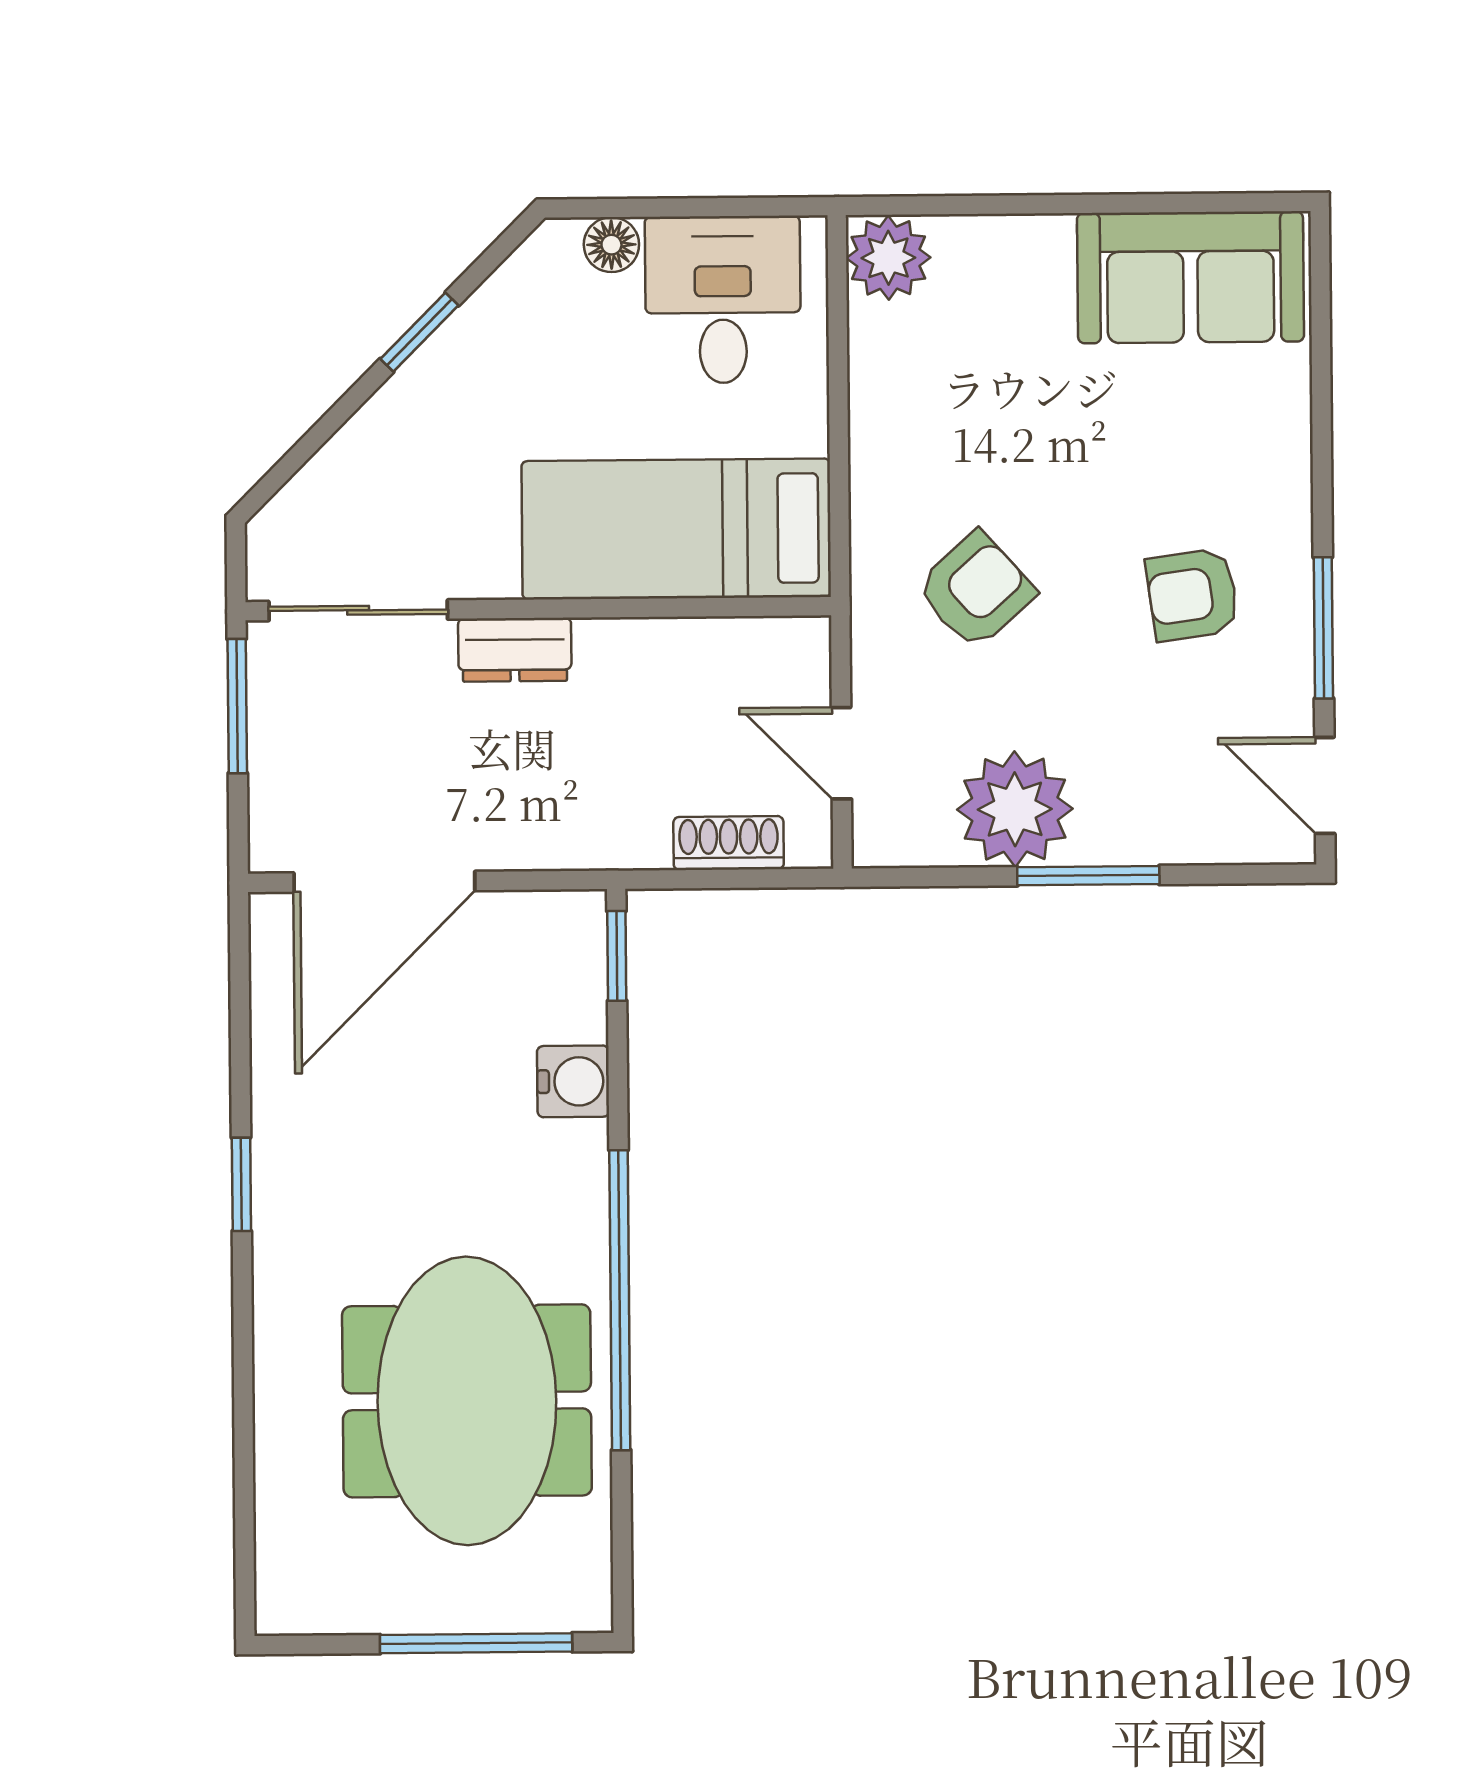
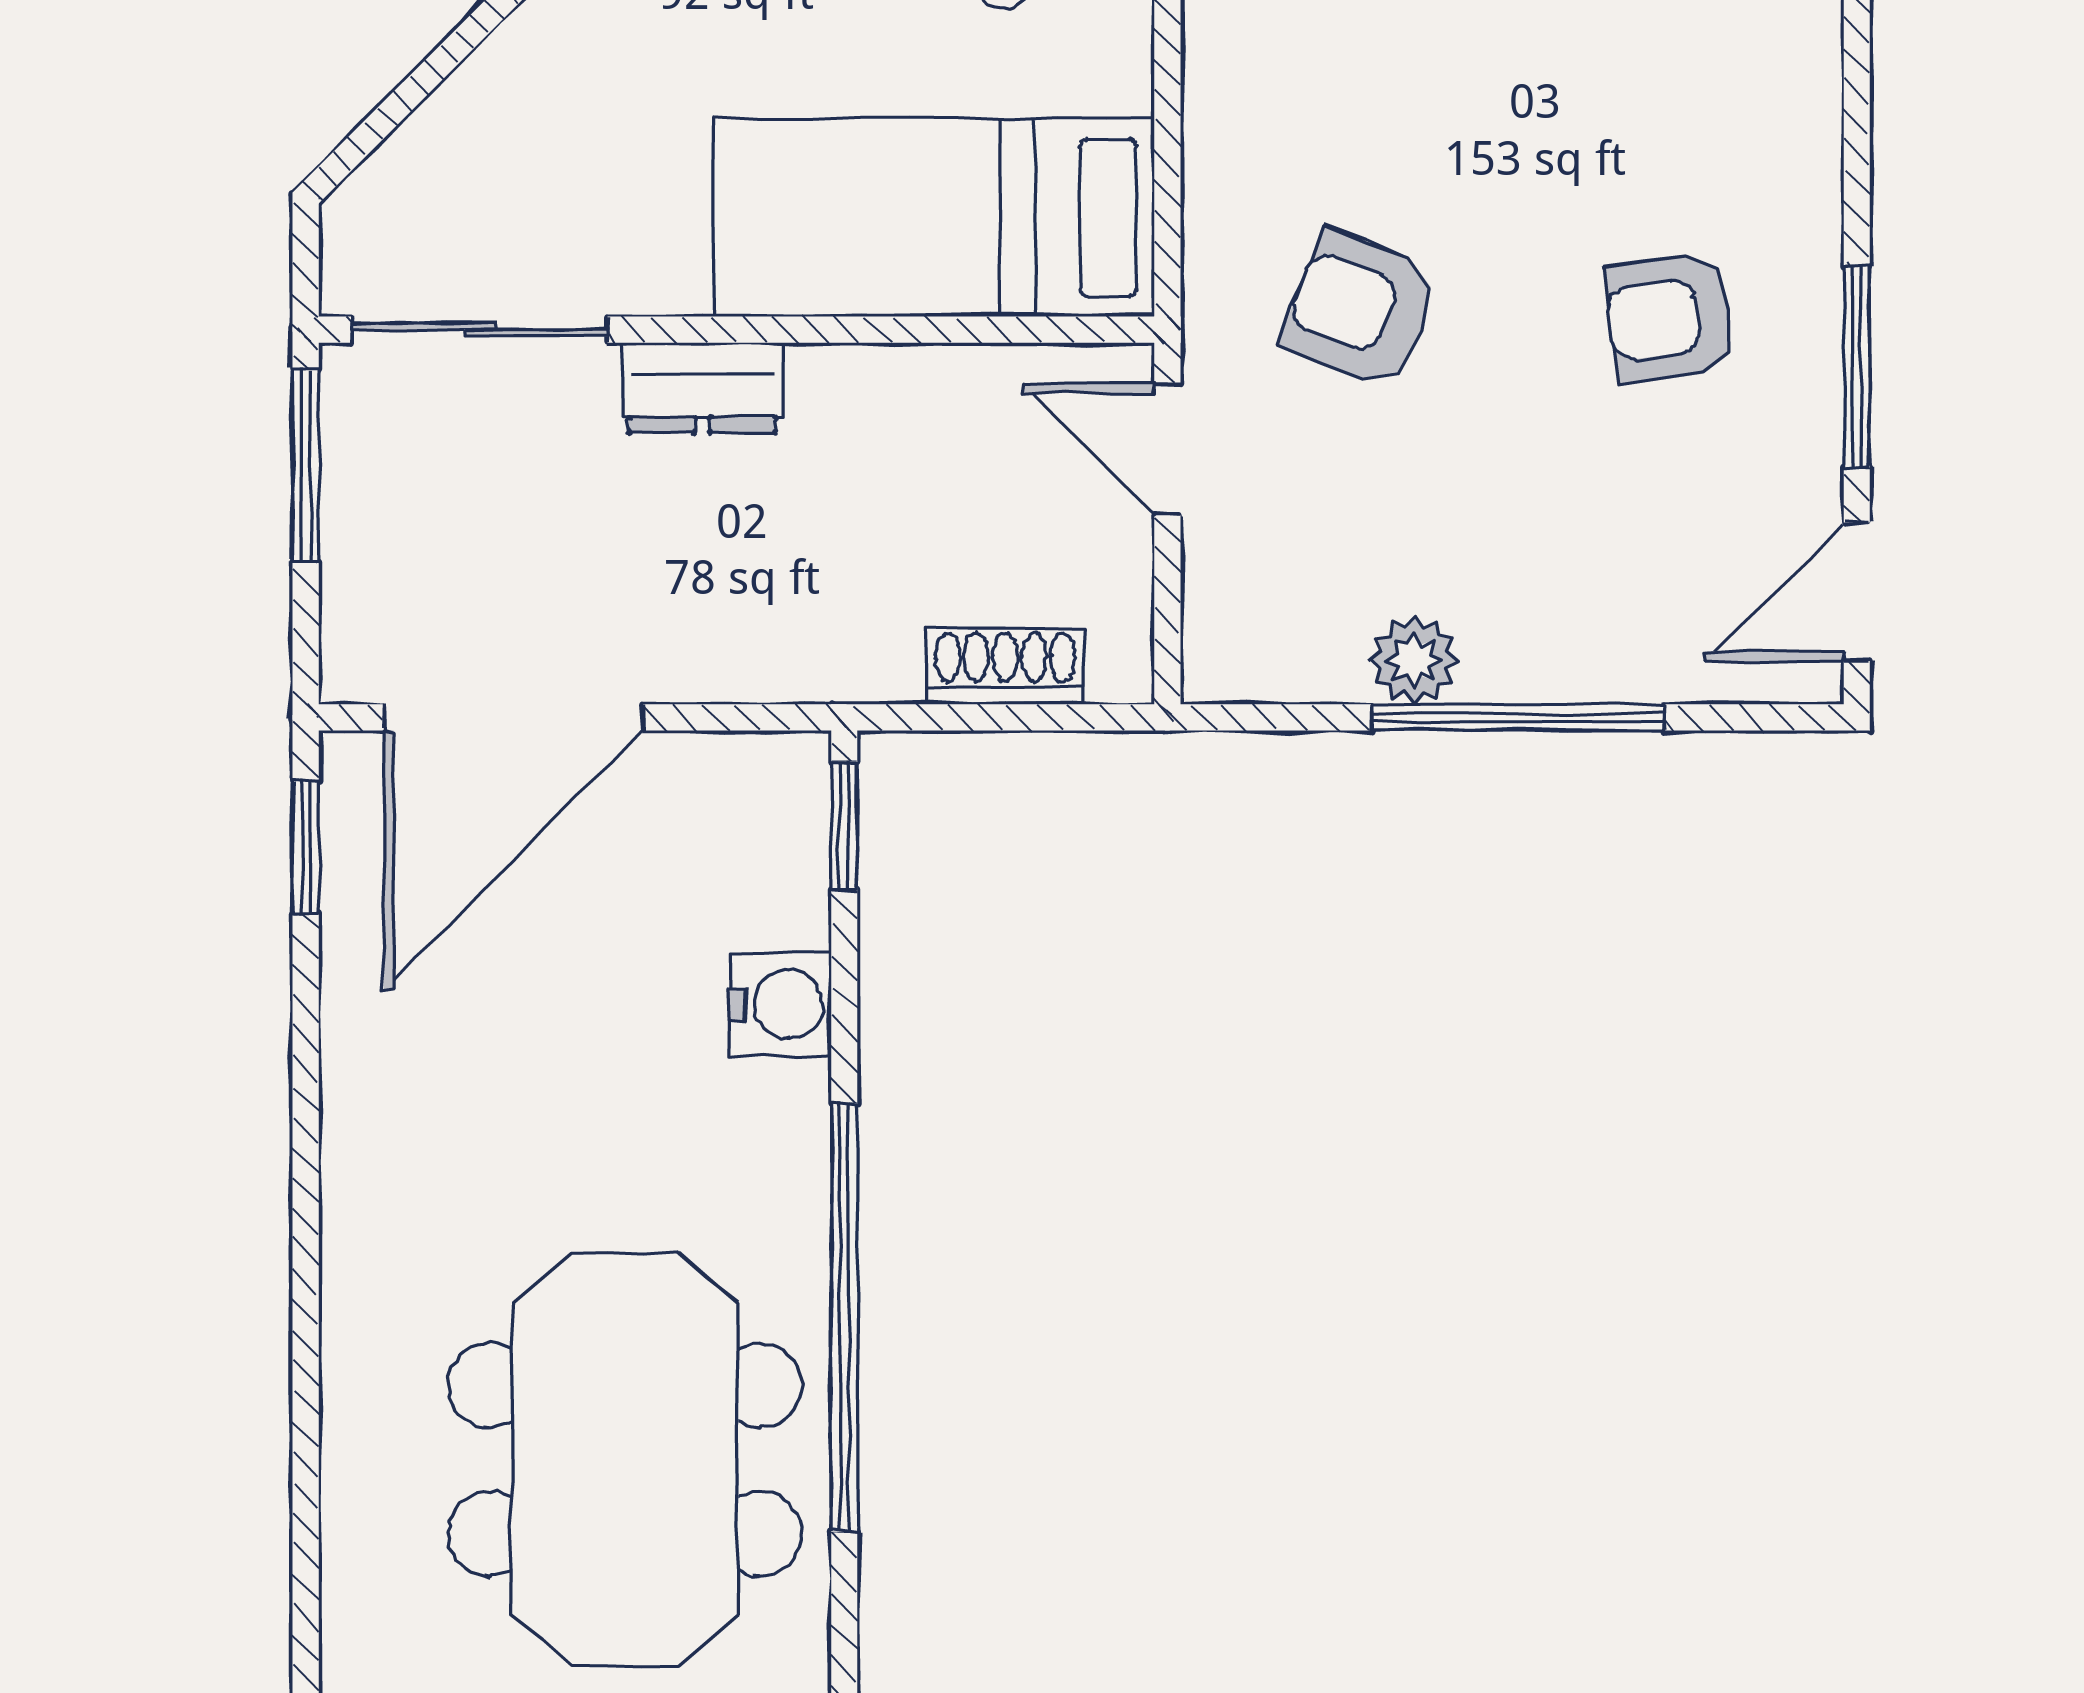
armchair: (976, 590) -> (1361, 309), turned -117
door: (841, 753) -> (1167, 449), moved
door: (1325, 785) -> (1857, 592), hinge flipped
plant: (1015, 809) -> (1414, 660), width x0.53, depth x0.53
window: (1088, 876) -> (1518, 717), width x1.44
window: (241, 1184) -> (306, 847), moved

